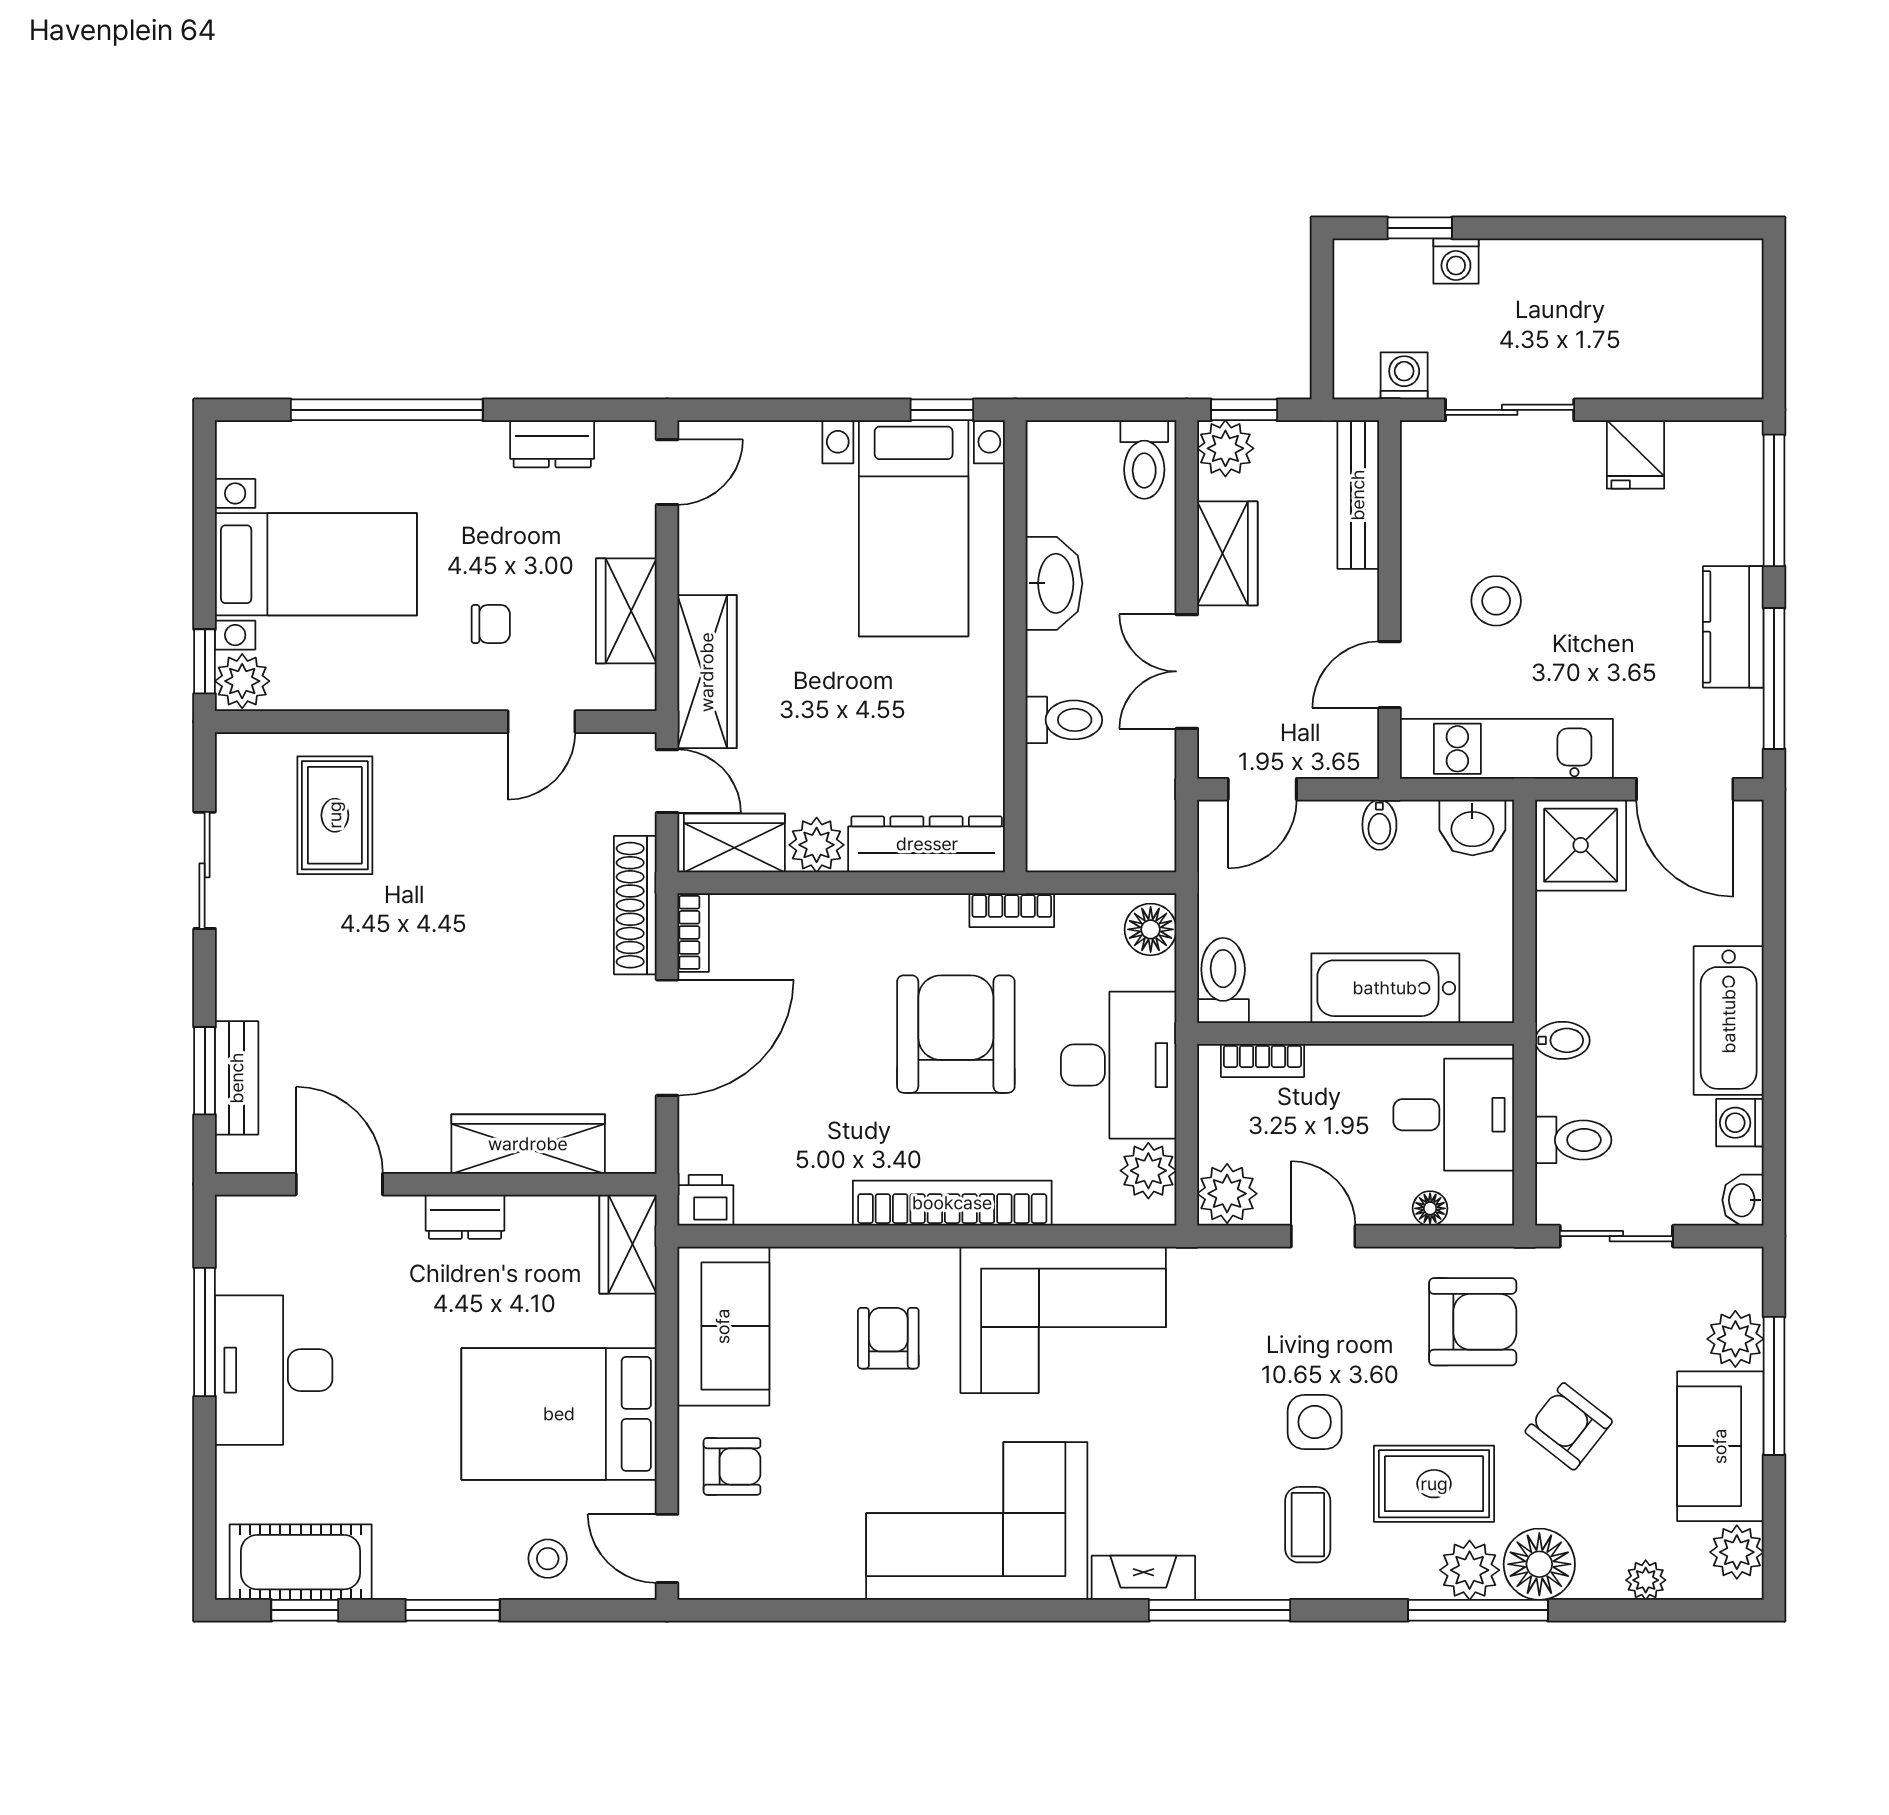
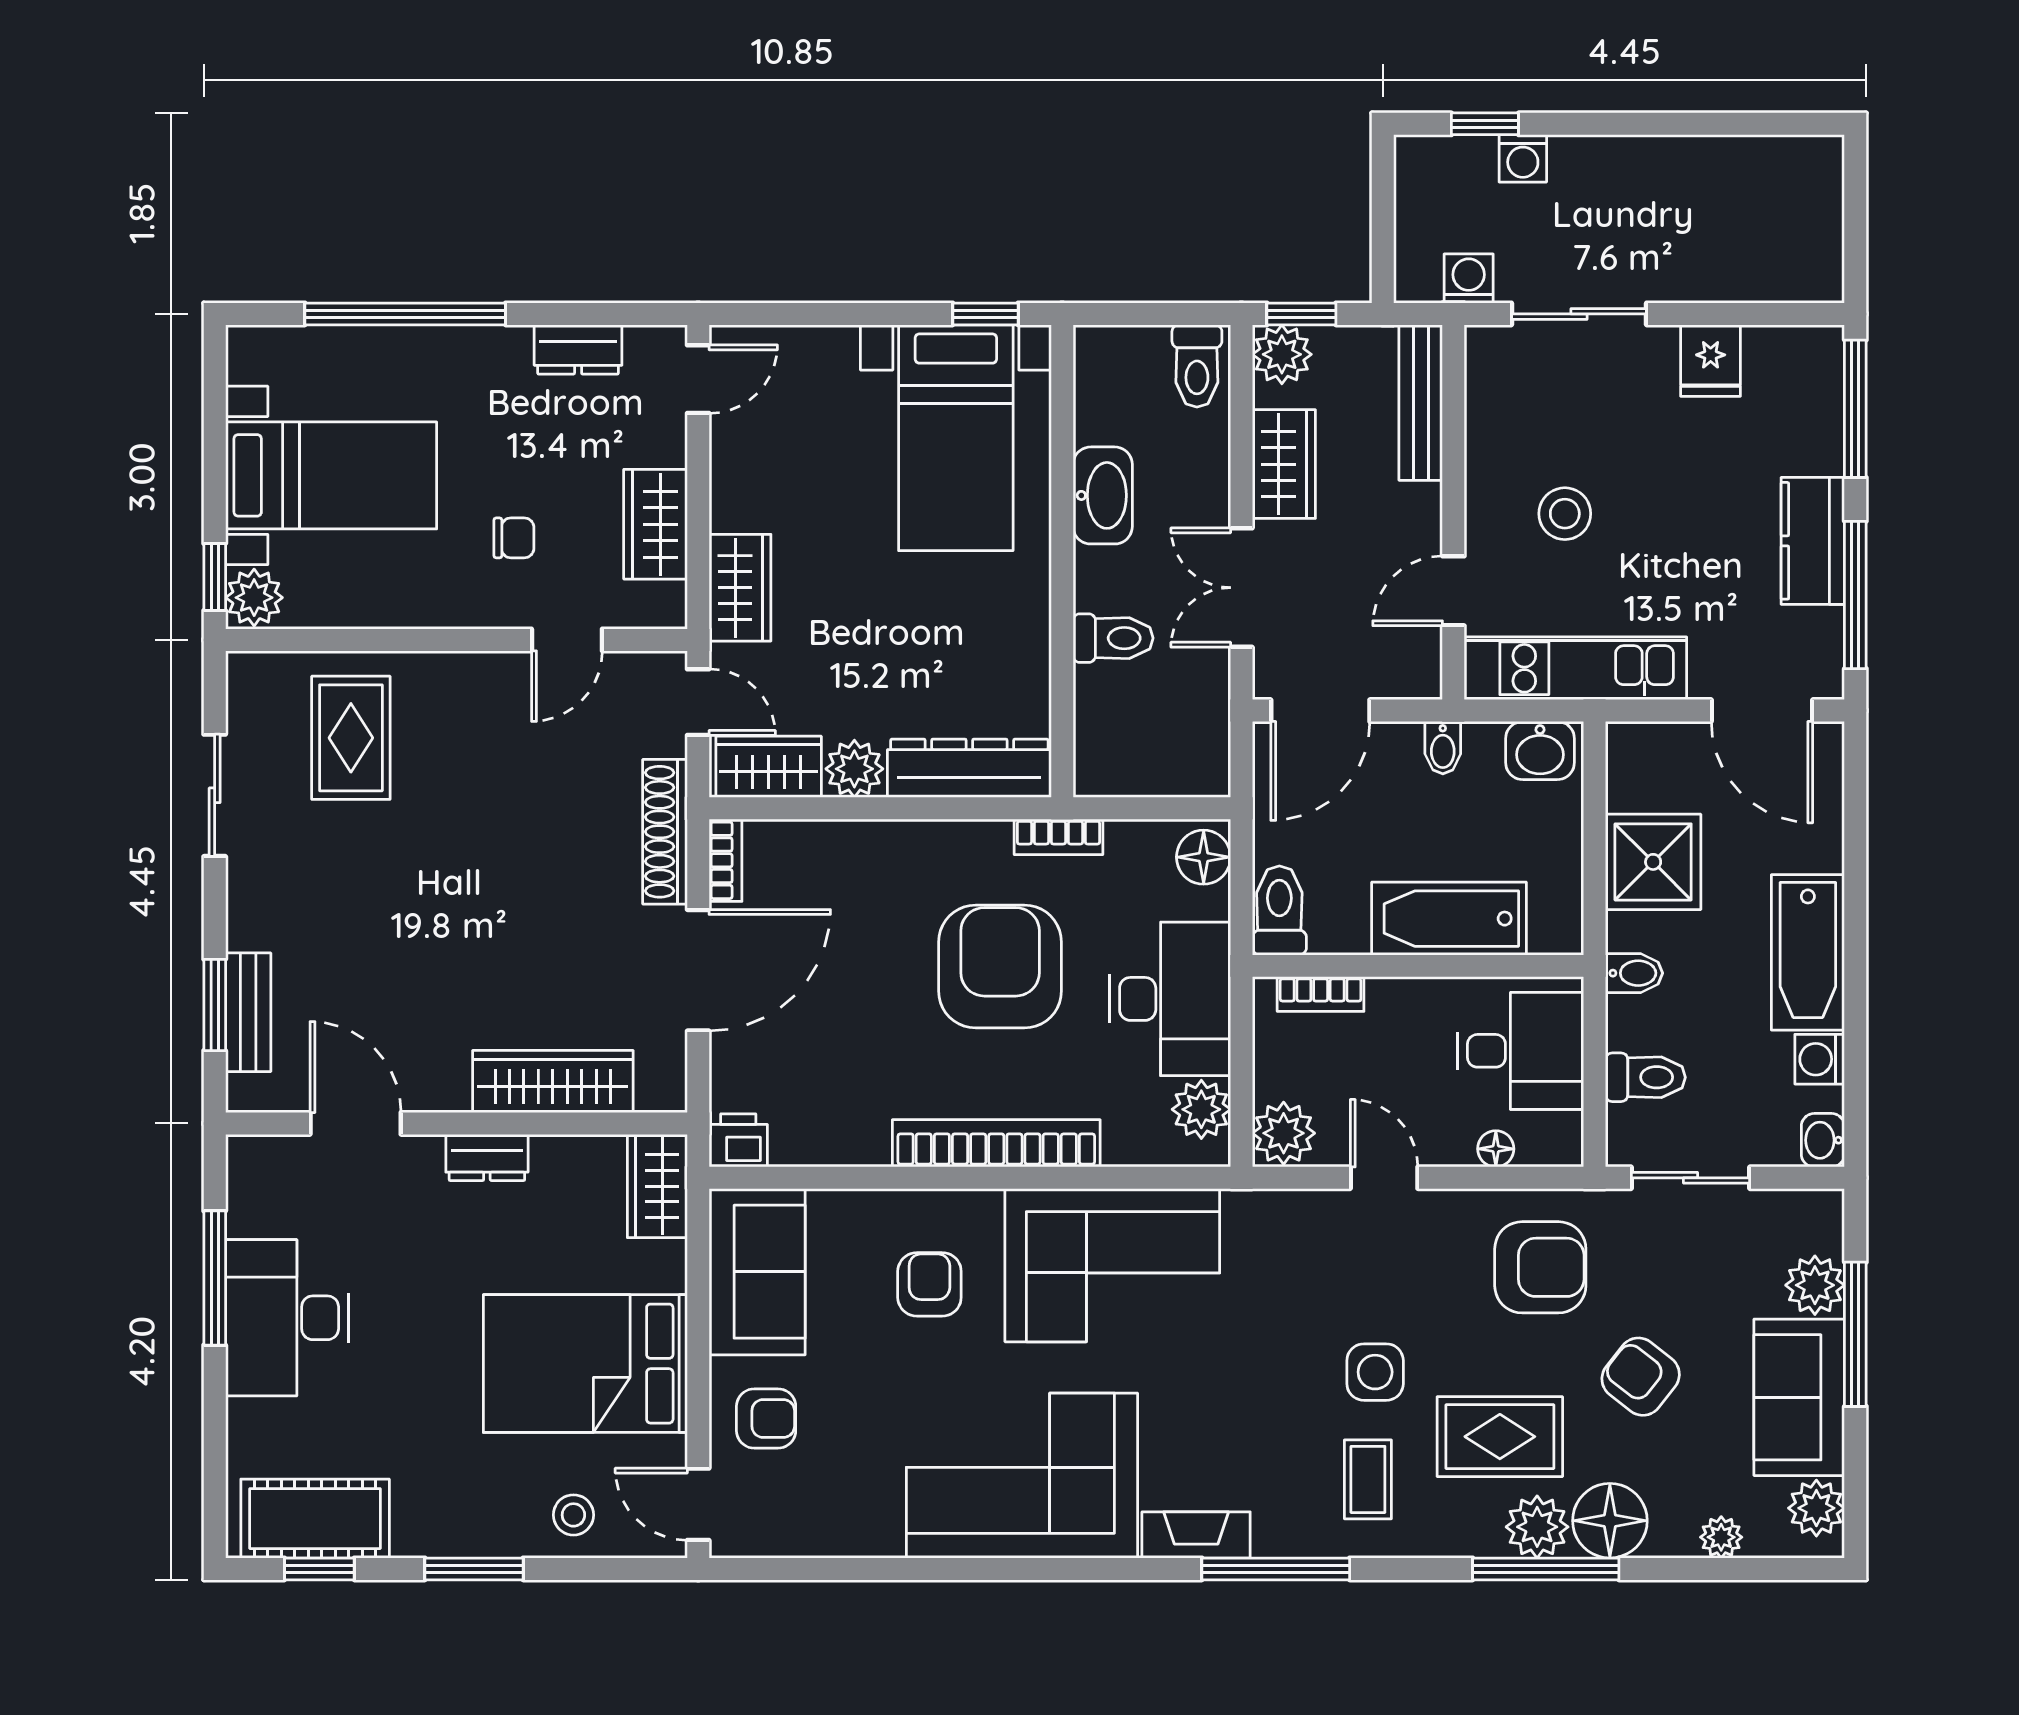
wardrobe: (707, 672) -> (740, 588), width x0.67
door: (1262, 789) -> (1320, 711), width x1.38
shower: (1581, 845) -> (1653, 862), moved

